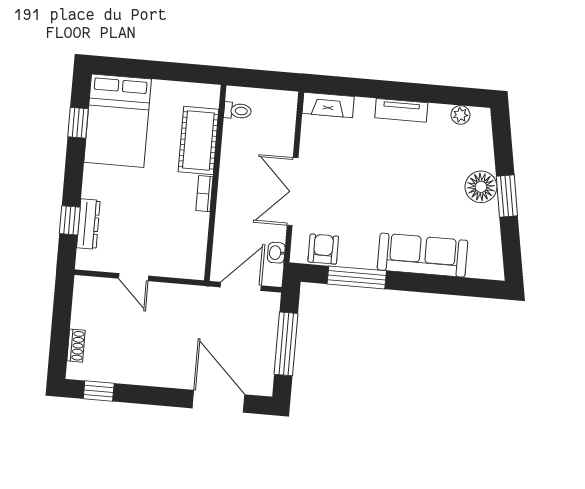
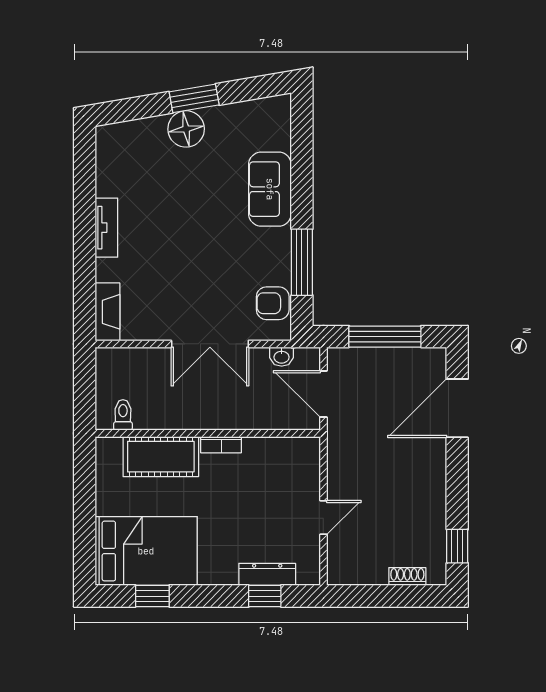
plant: (461, 115) -> (106, 159), removed
sofa: (423, 255) -> (270, 189), width x0.73

